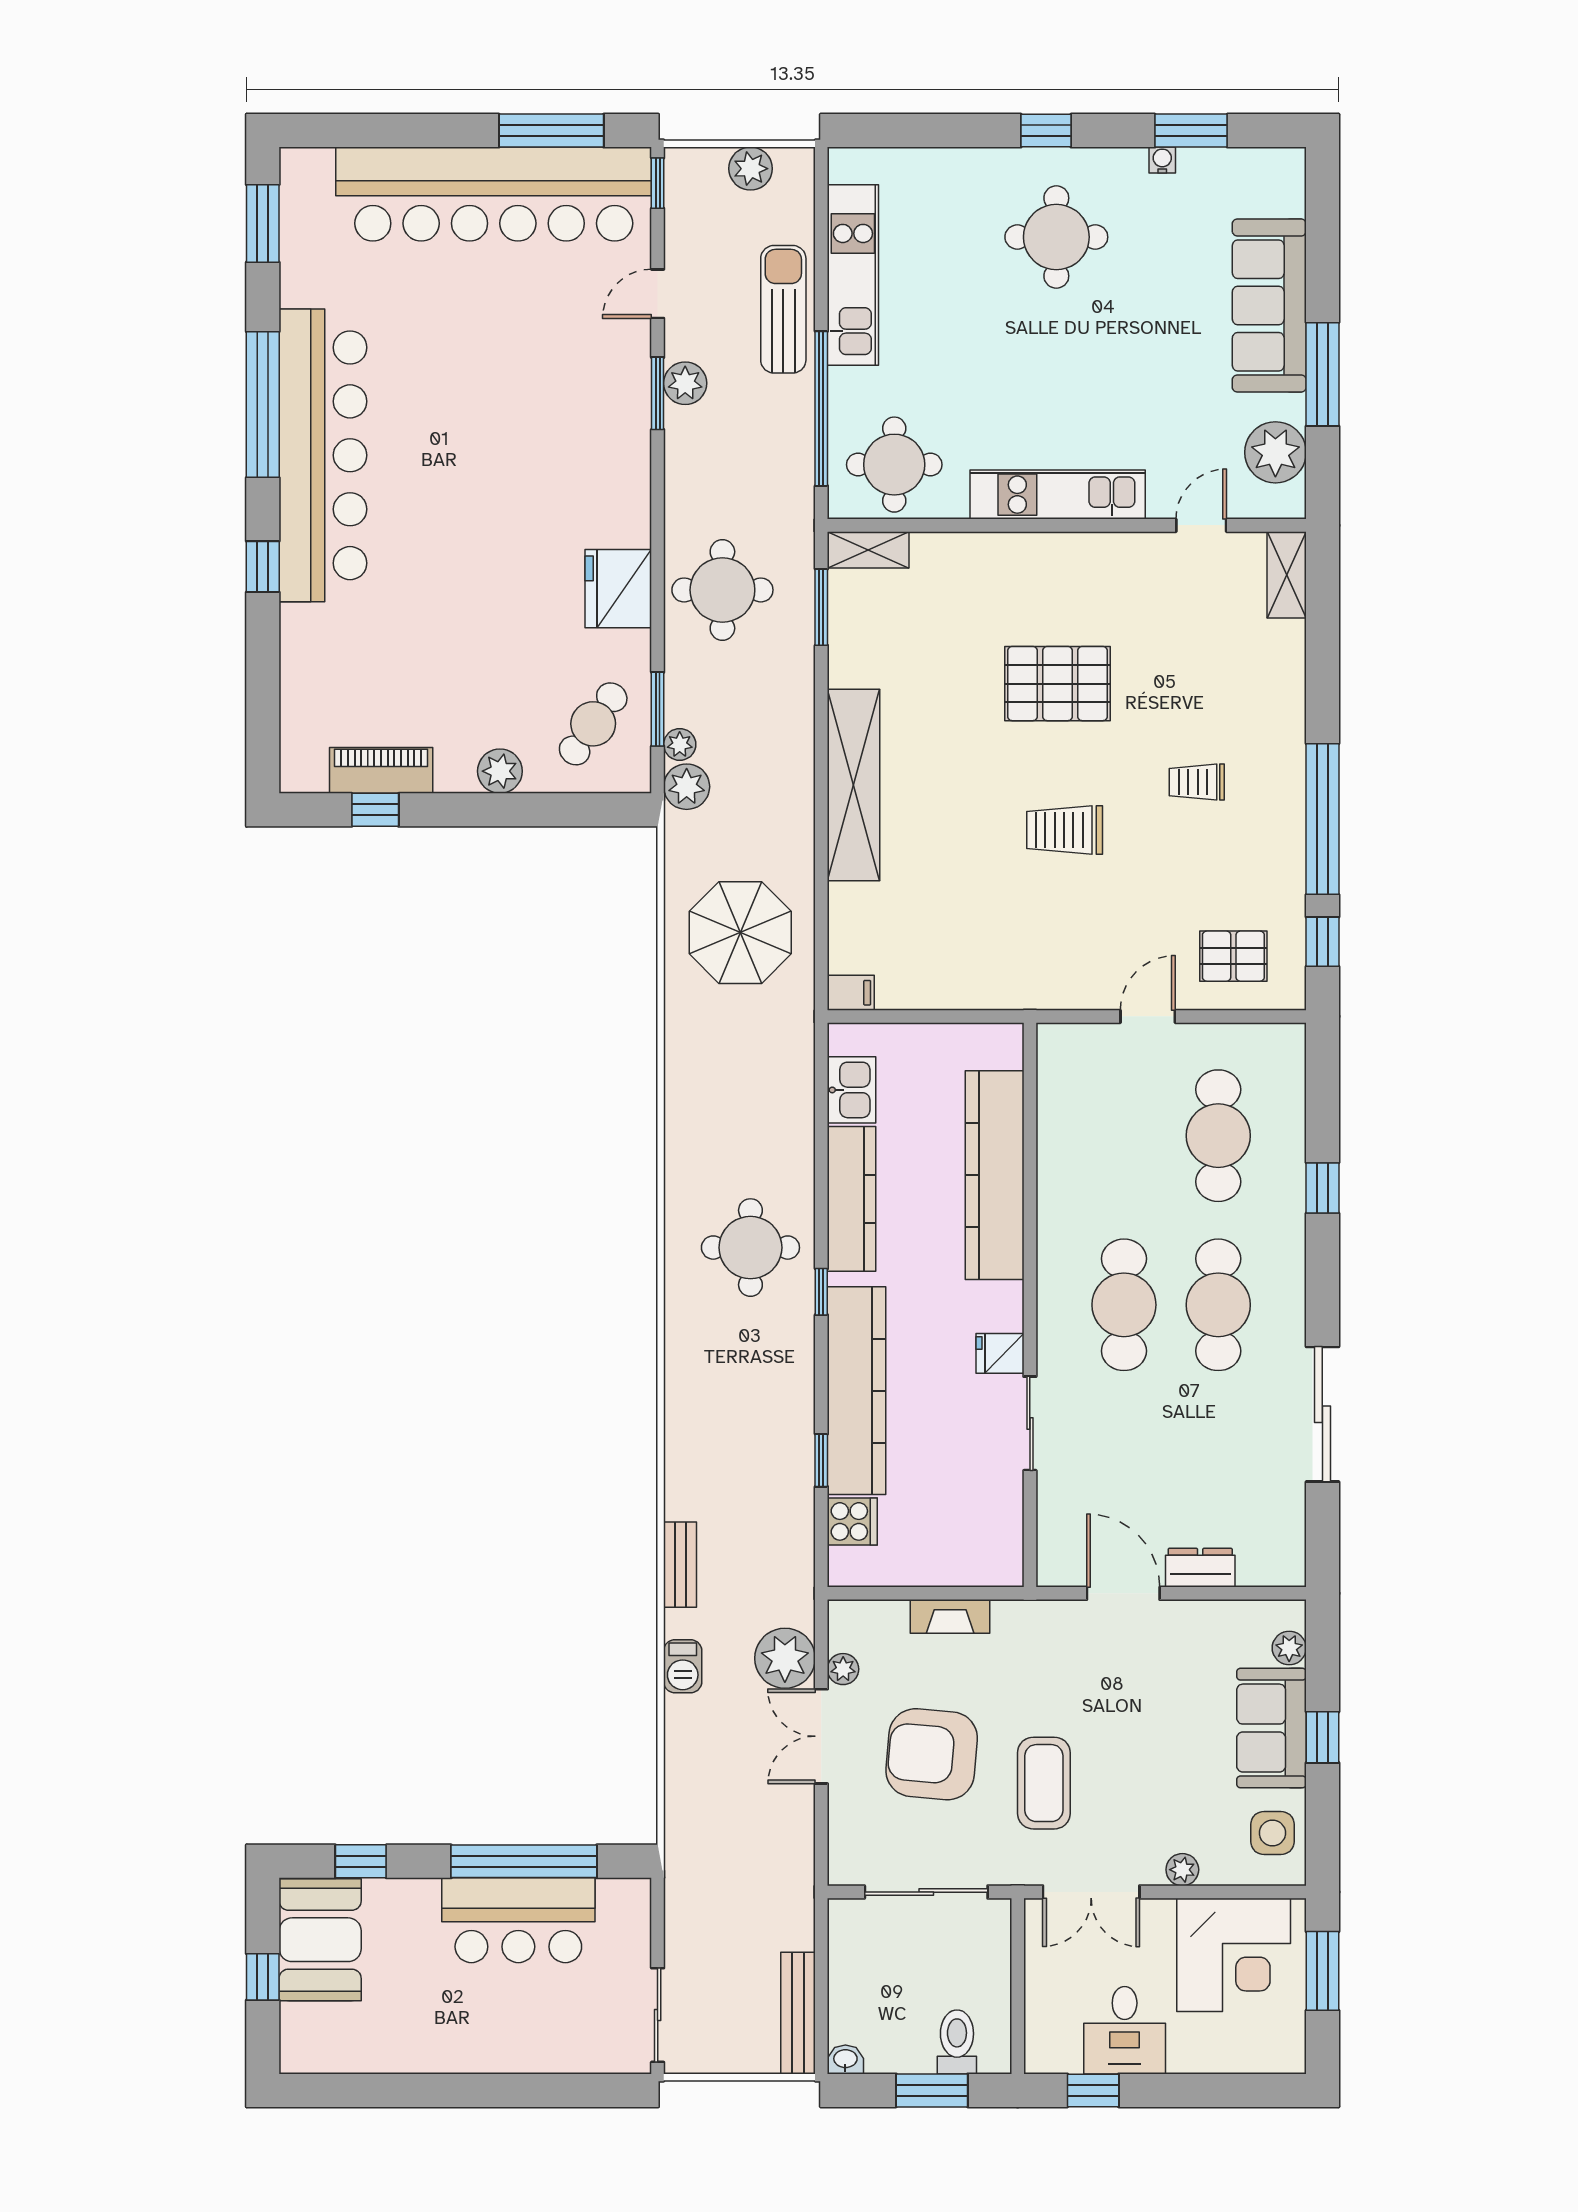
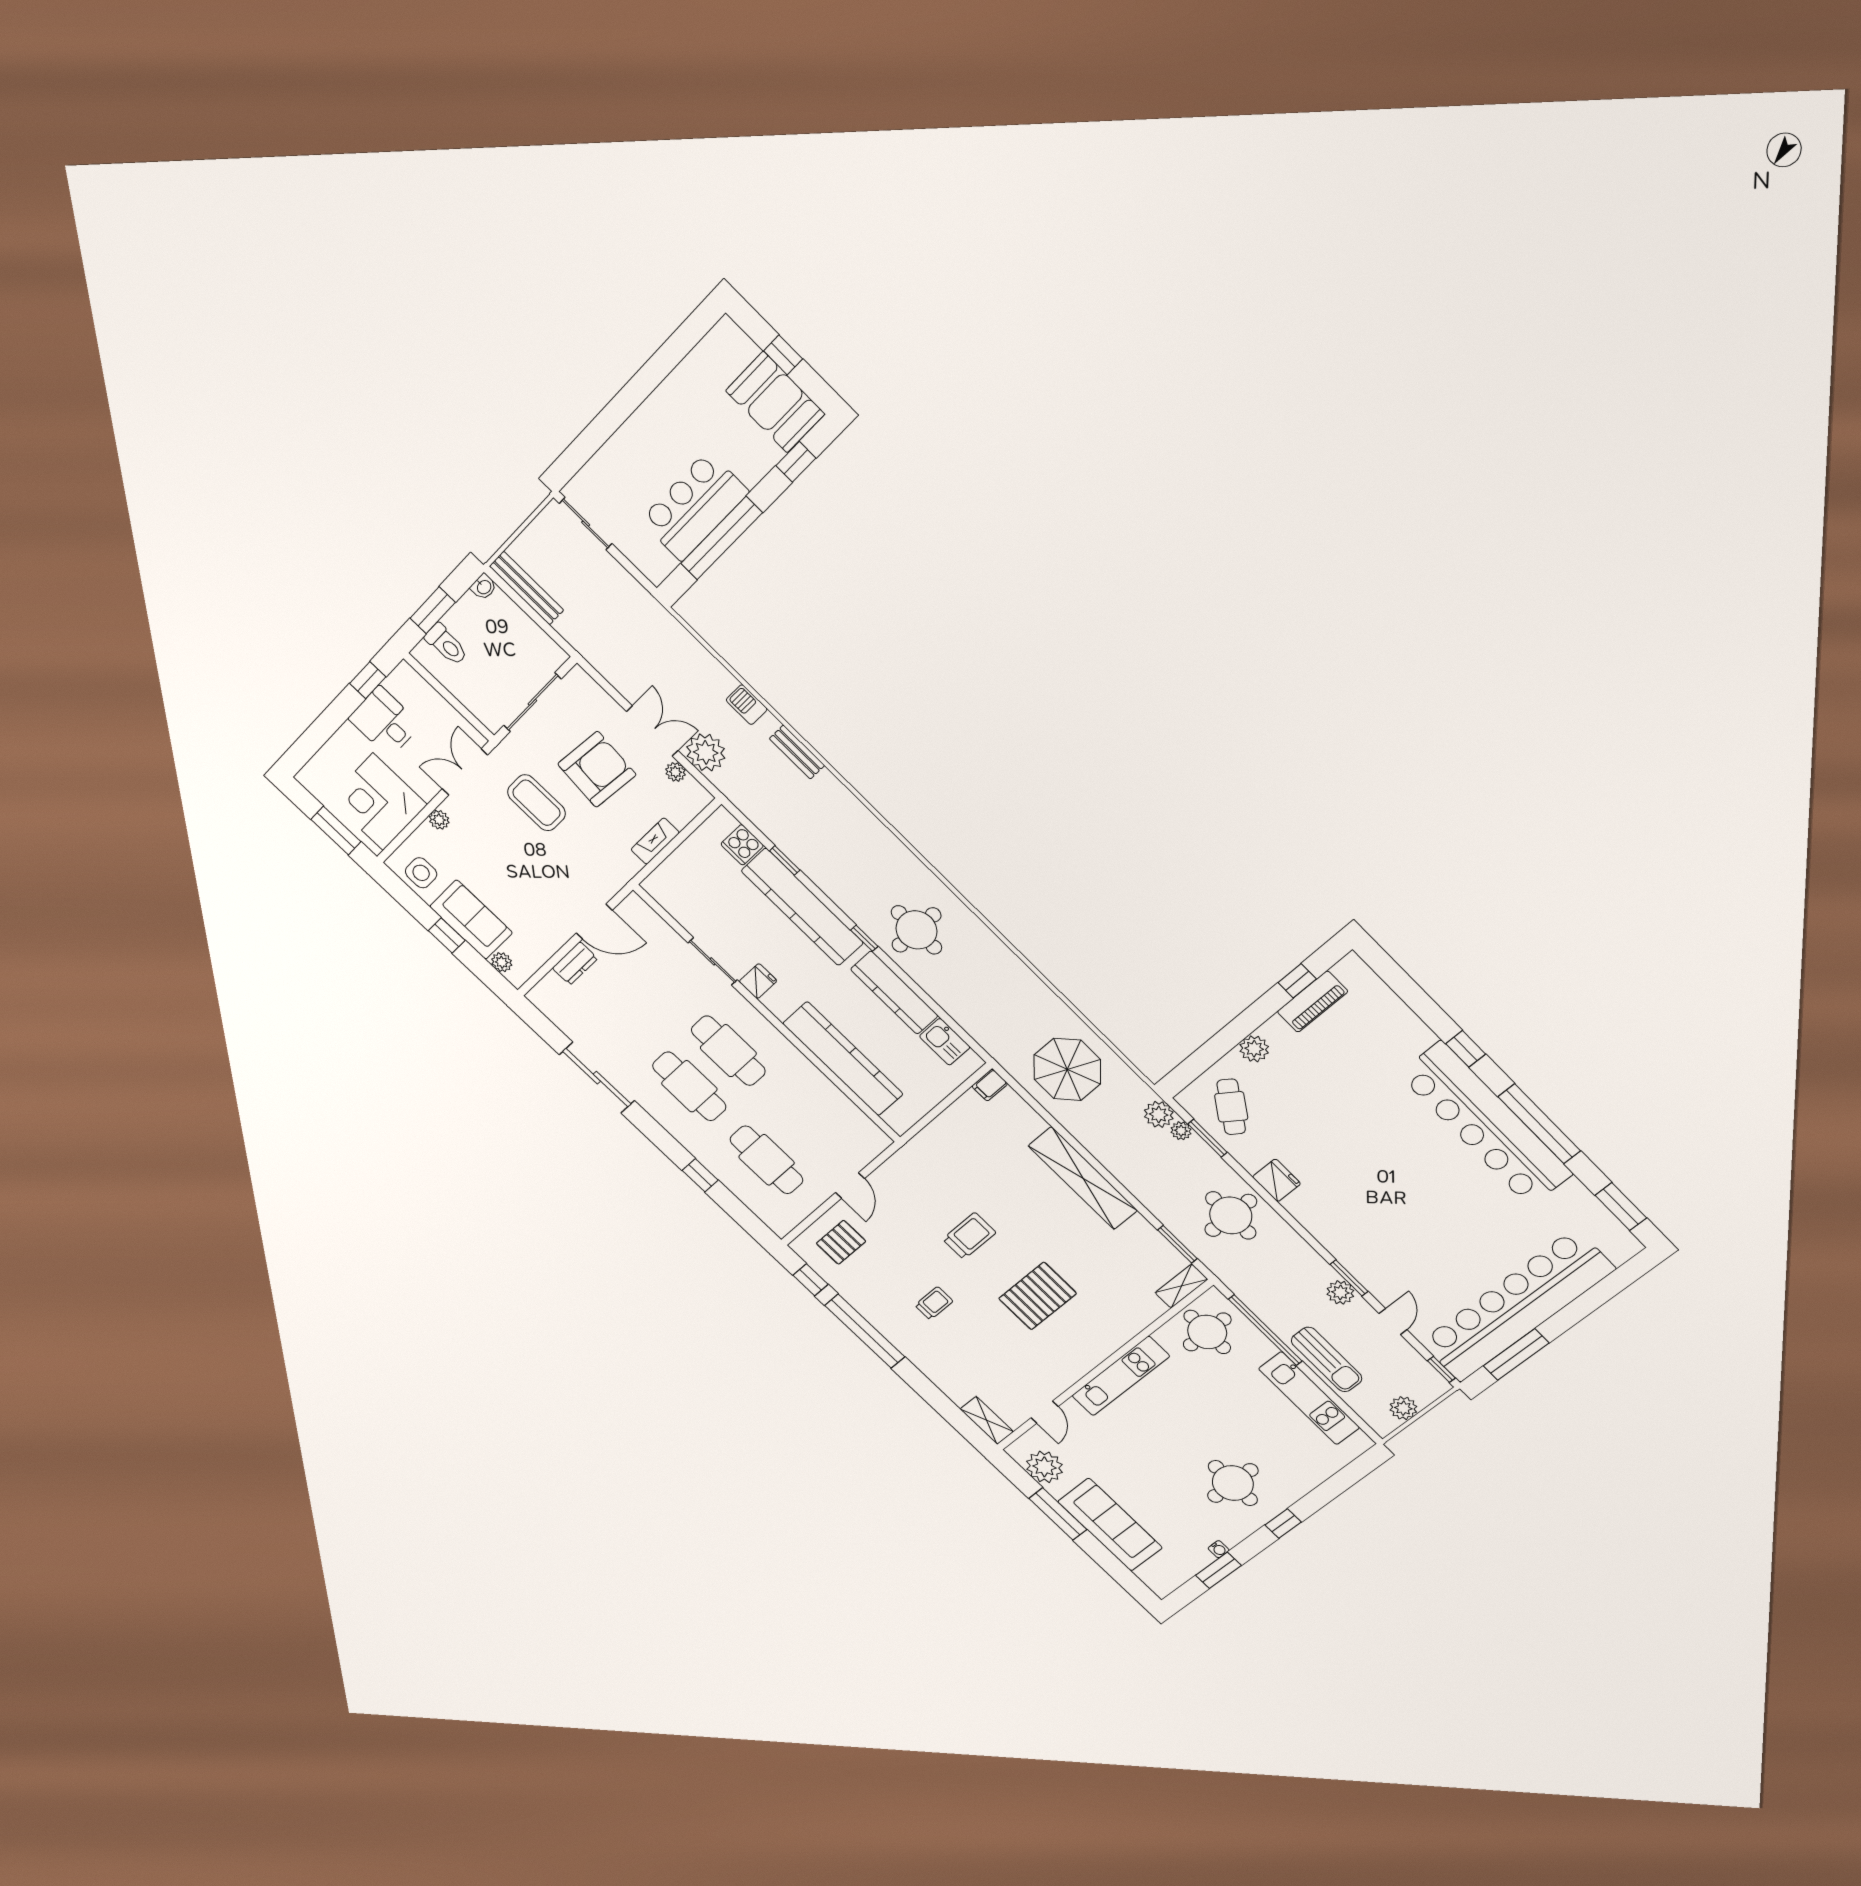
fridge: (618, 589) -> (1277, 1180), width x0.73, depth x0.75

